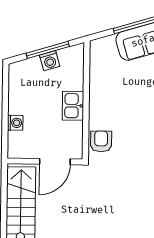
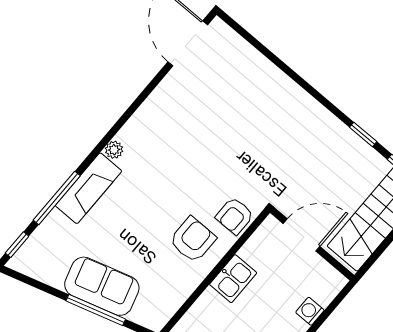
armchair: (114, 109) -> (193, 240), added

